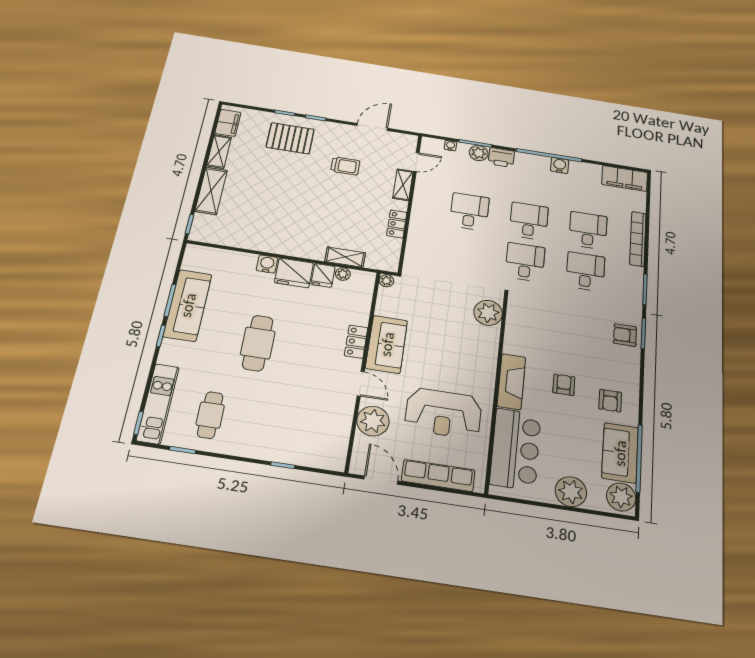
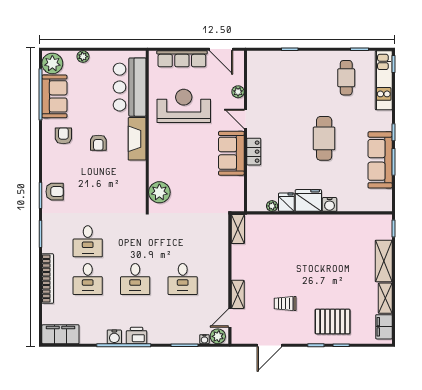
plant: (479, 153) -> (218, 336), moved
printer: (501, 157) -> (137, 336), moved
locker: (397, 224) -> (238, 257), removed
shelving: (345, 257) -> (238, 229), moved, turned 90
desk: (525, 262) -> (135, 241), removed
plant: (386, 281) -> (239, 206), removed
plant: (373, 421) -> (238, 92), width x0.53, depth x0.53
plant: (571, 492) -> (83, 57), width x0.53, depth x0.53

